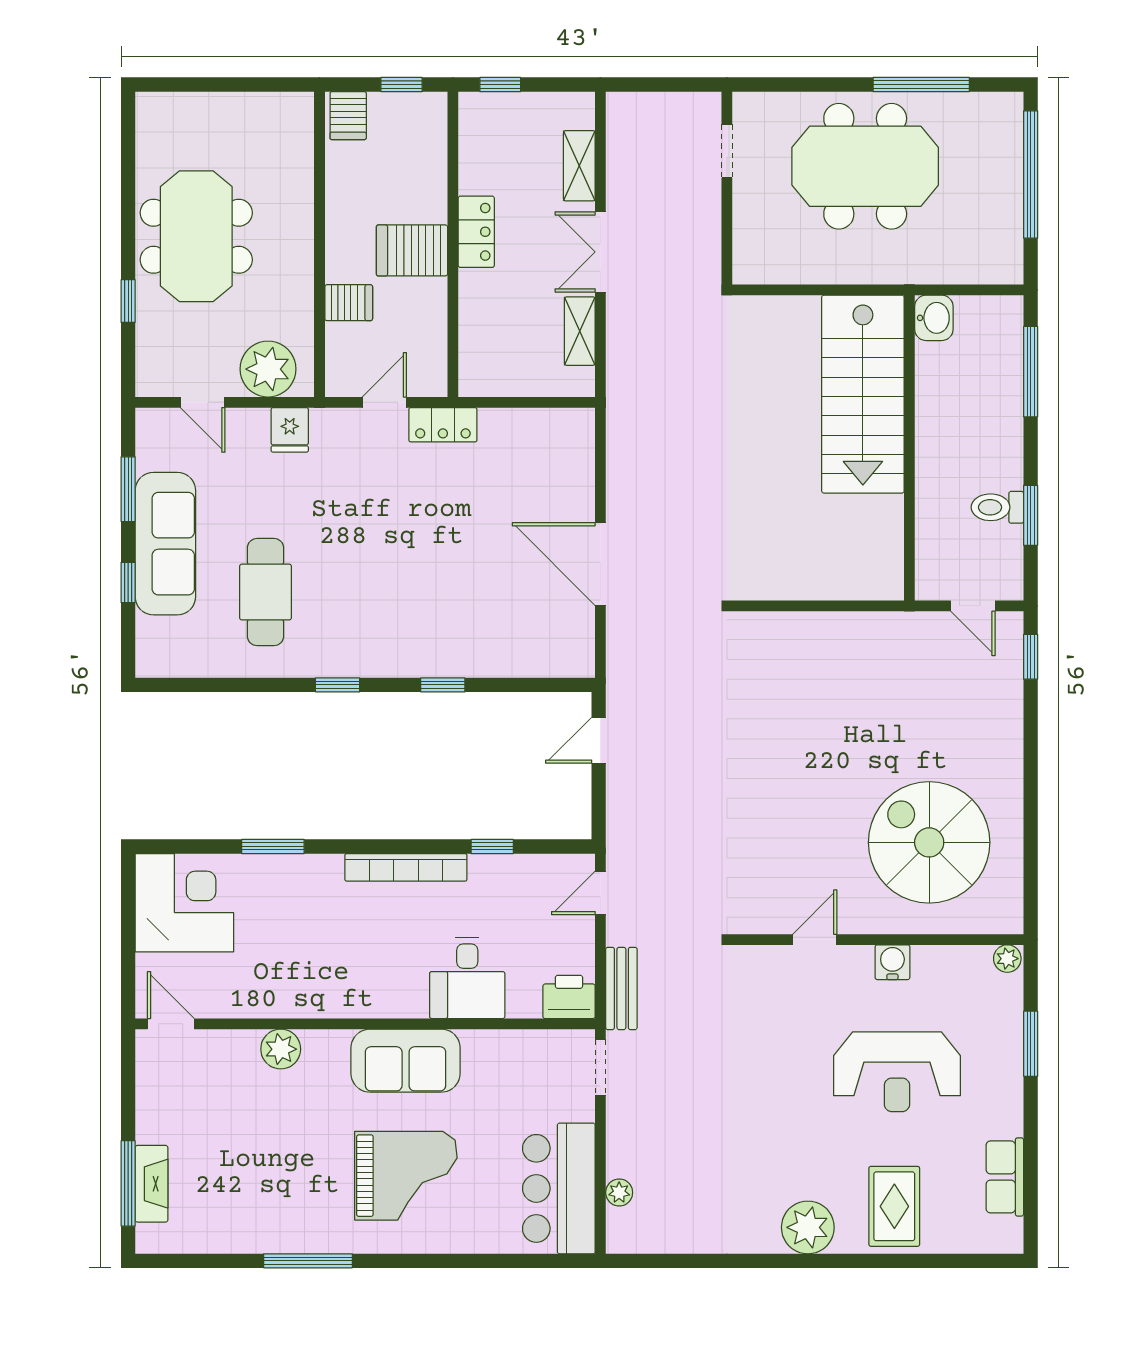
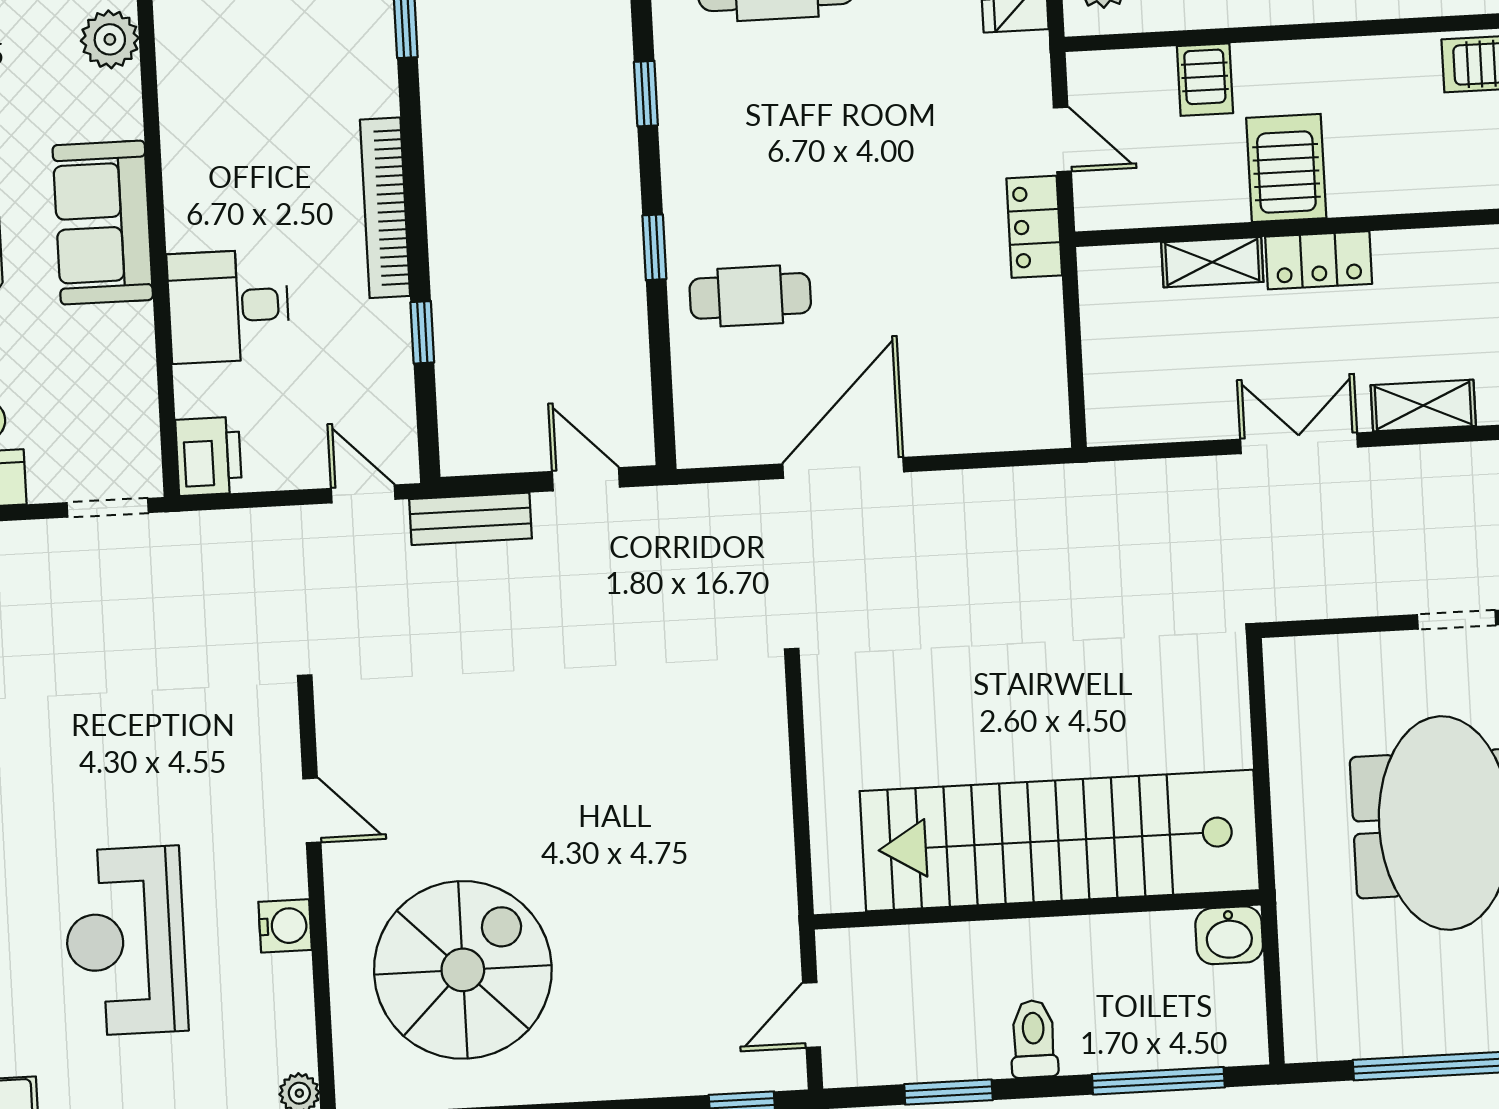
shelving: (580, 331) -> (1212, 262), moved
stairs: (863, 394) -> (1060, 841), width x1.36
toilet: (997, 507) -> (1034, 1039), moved
cafe table: (480, 621) -> (750, 296), added
bench: (621, 988) -> (471, 519), moved

